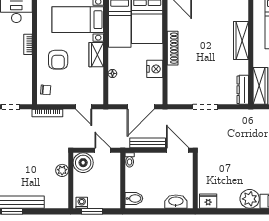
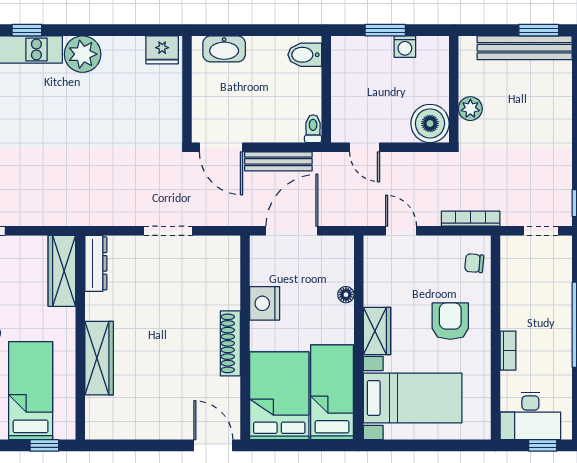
boiler: (83, 163) -> (430, 123), moved
plant: (62, 170) -> (470, 109), moved
wall: (71, 180) -> (454, 89), moved

